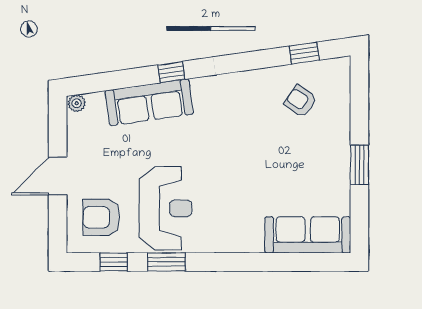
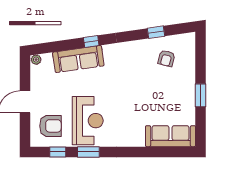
window: (304, 53) -> (156, 32), moved
armchair: (301, 101) -> (166, 58), turned -111
armchair: (101, 217) -> (50, 126), turned 180

